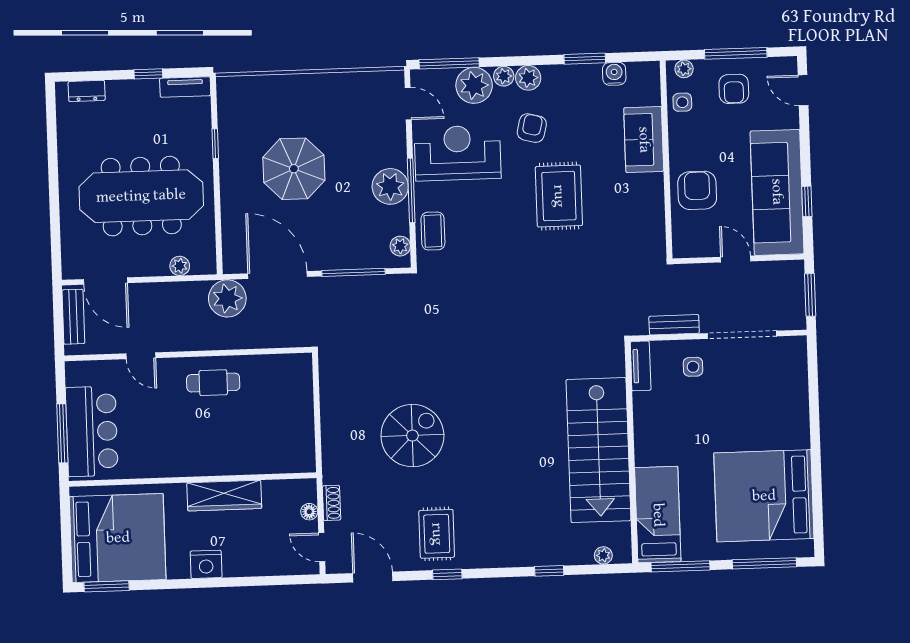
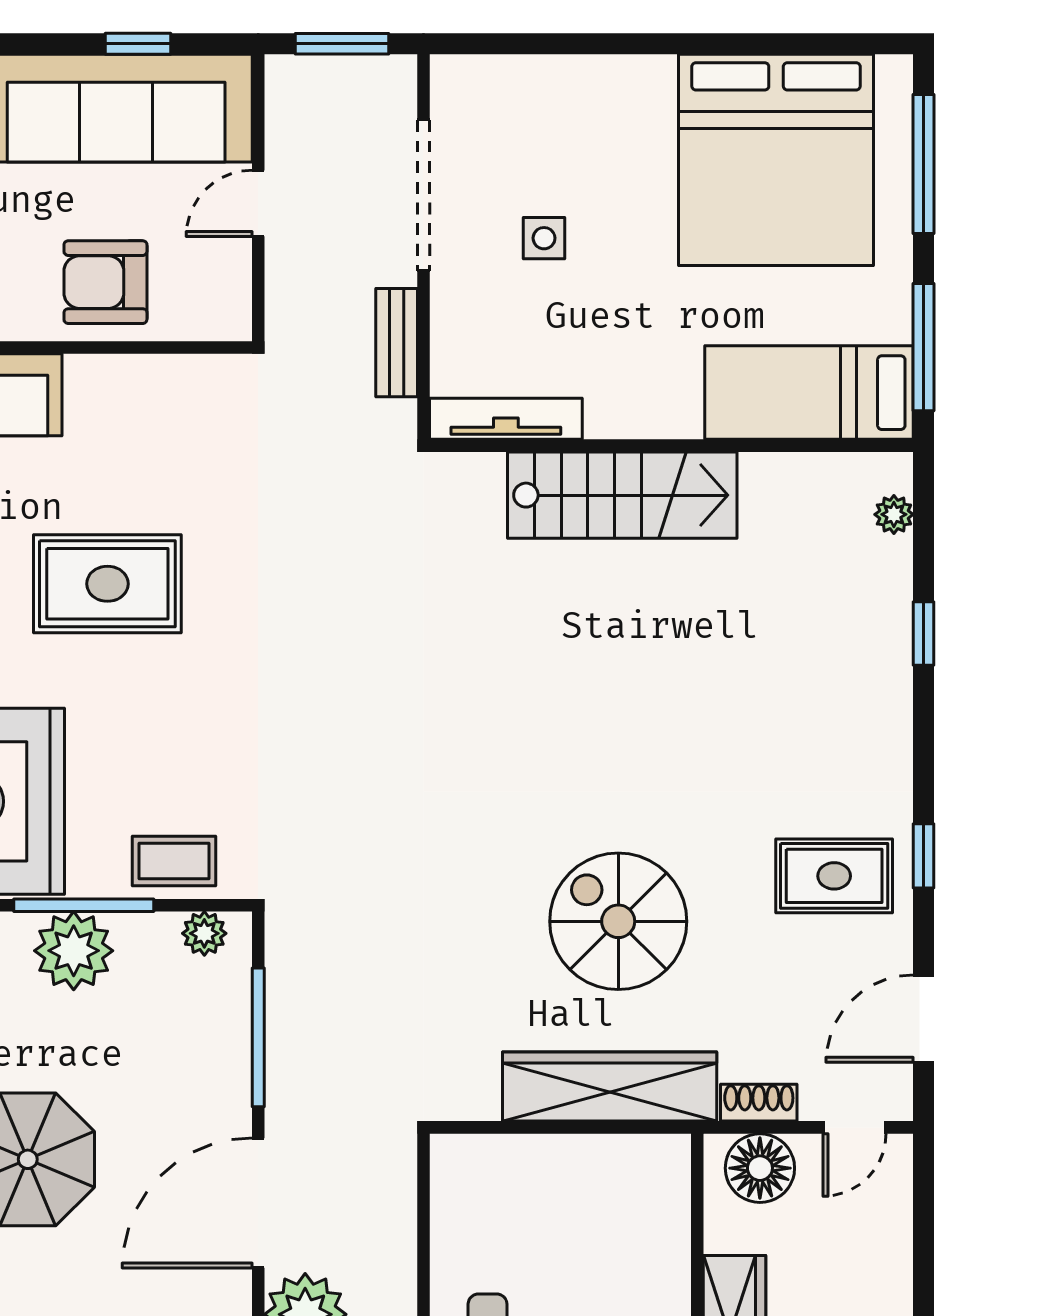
tv unit: (641, 366) -> (506, 419), width x1.41
side table: (693, 367) -> (544, 238), moved
wardrobe: (337, 434) -> (610, 1087), added
stairs: (598, 450) -> (622, 495), width x0.73, depth x0.66
floor lamp: (309, 512) -> (760, 1168), width x1.89, depth x1.89

